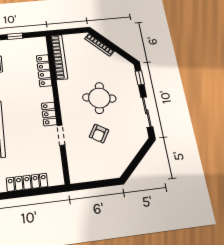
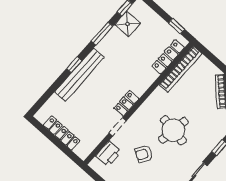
window: (15, 36) -> (176, 26), moved
locker: (44, 71) -> (168, 57), moved
printer: (76, 160) -> (109, 154), added

